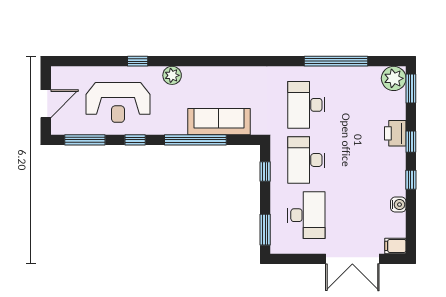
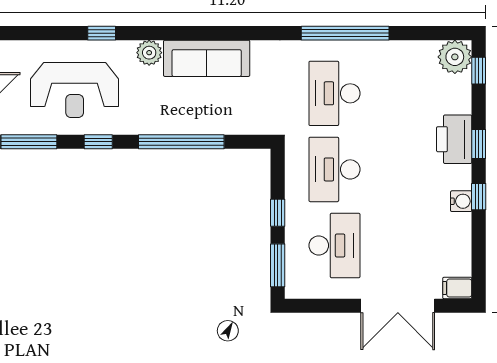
window: (336, 61) -> (345, 33), moved
window: (411, 88) -> (479, 71), width x0.67
sofa: (219, 122) -> (207, 58), moved, turned 180
printer: (395, 133) -> (454, 139), width x1.37, depth x1.19
window: (265, 171) -> (278, 213), moved
water cooler: (398, 205) -> (461, 201), moved

